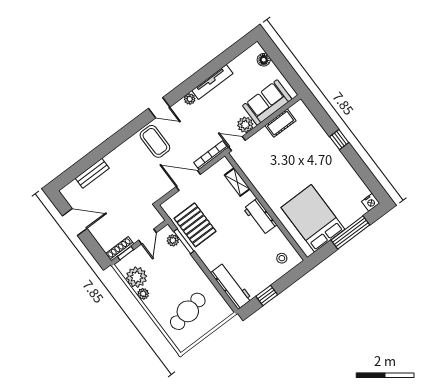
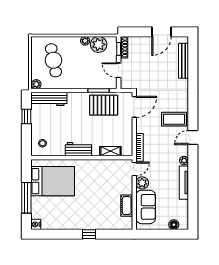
bench: (92, 173) -> (183, 61), width x1.36
door: (188, 180) -> (134, 107), moved
plant: (173, 240) -> (36, 84), moved

